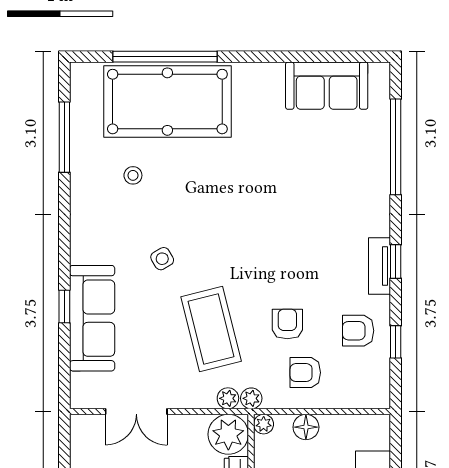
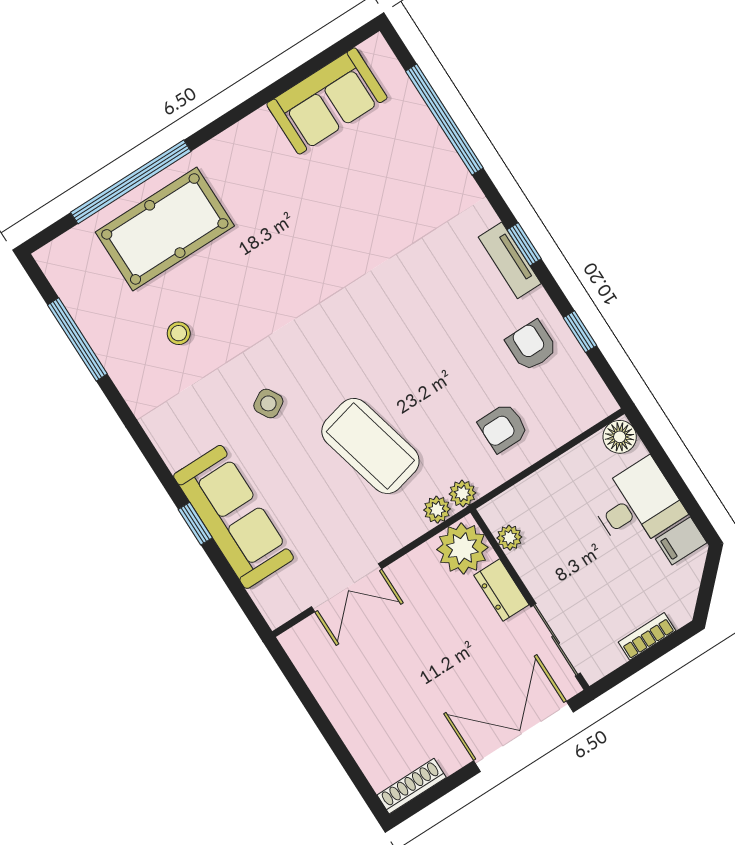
pool table: (167, 102) -> (165, 229), width x0.73, depth x0.76
armchair: (287, 324) -> (450, 387), removed
armchair: (358, 331) -> (531, 346), turned 90
plant: (264, 424) -> (509, 538), moved
floor lamp: (306, 427) -> (620, 437), moved

